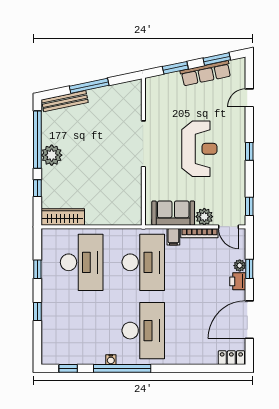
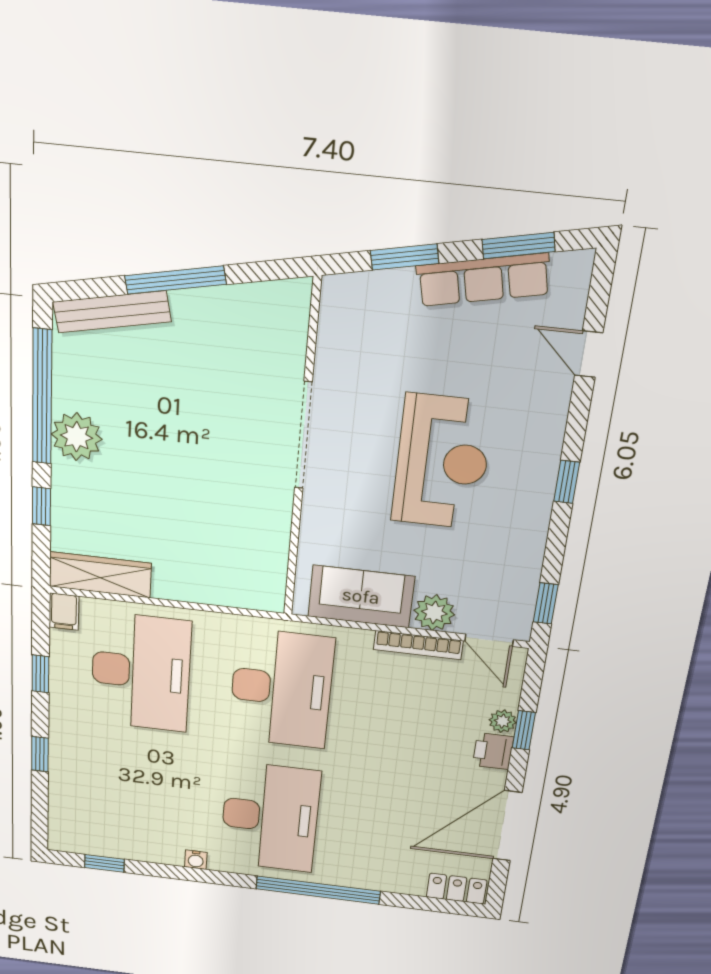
door: (249, 98) -> (589, 354), hinge flipped
filing cabinet: (173, 237) -> (64, 612), moved
window: (122, 368) -> (318, 890), moved

